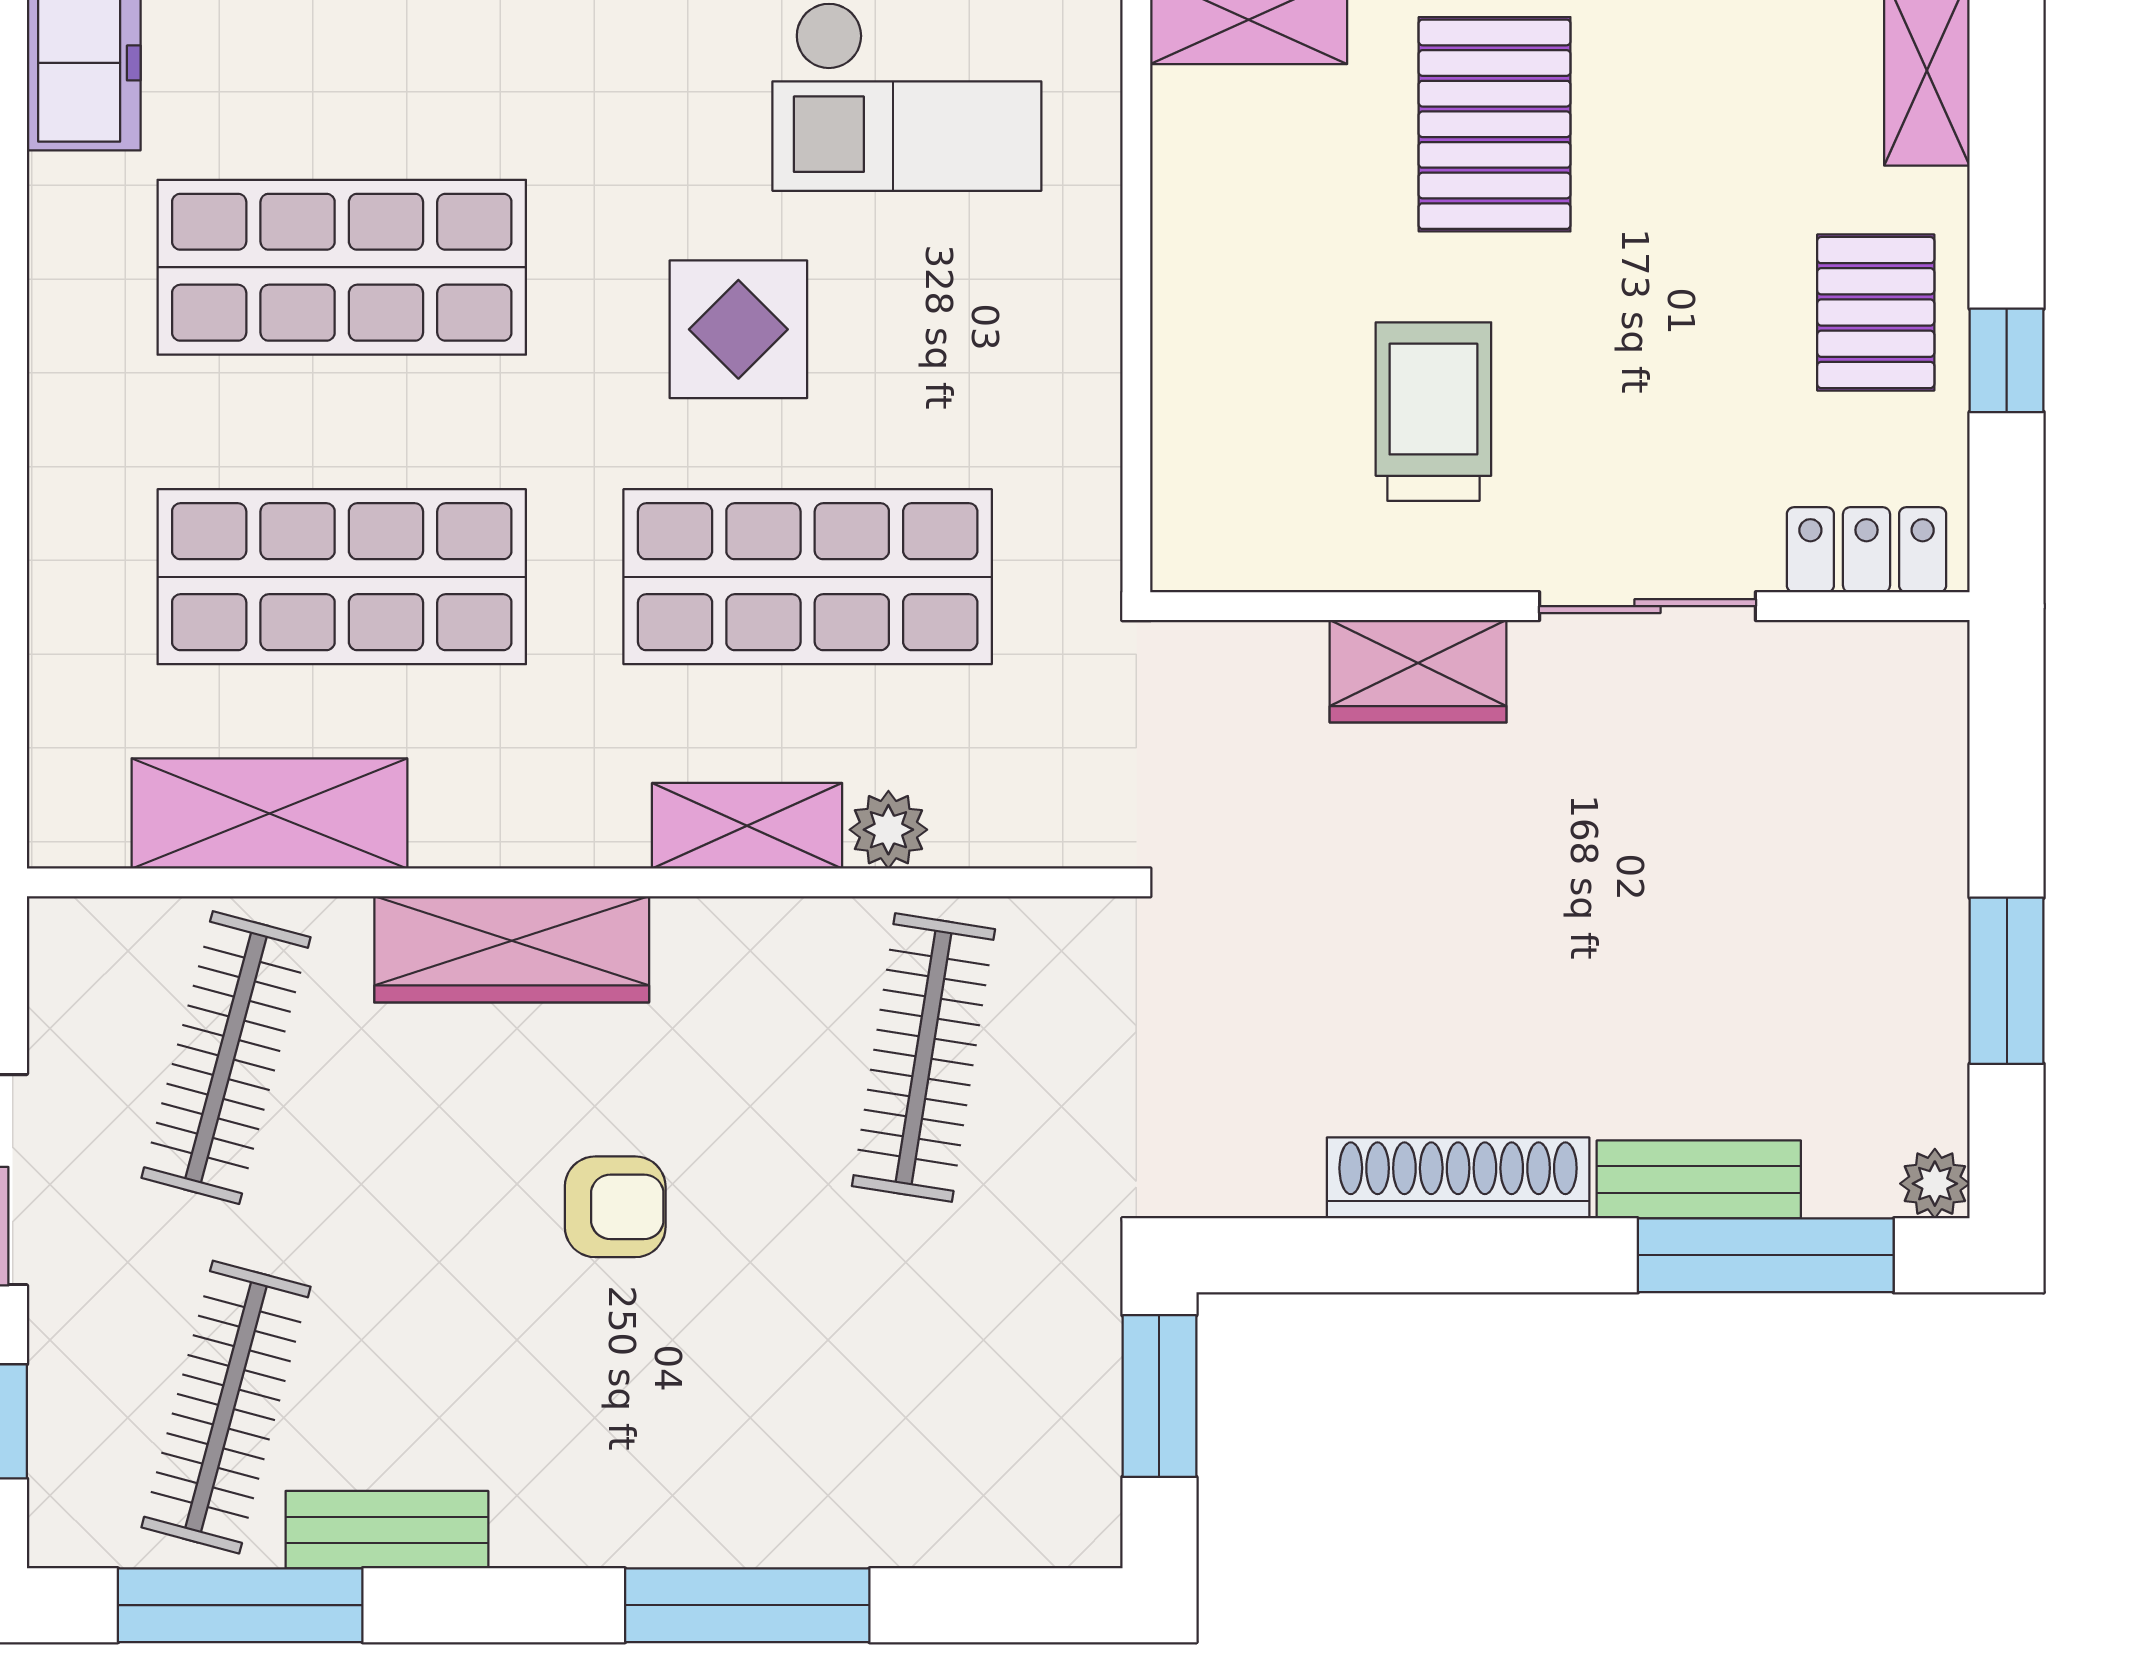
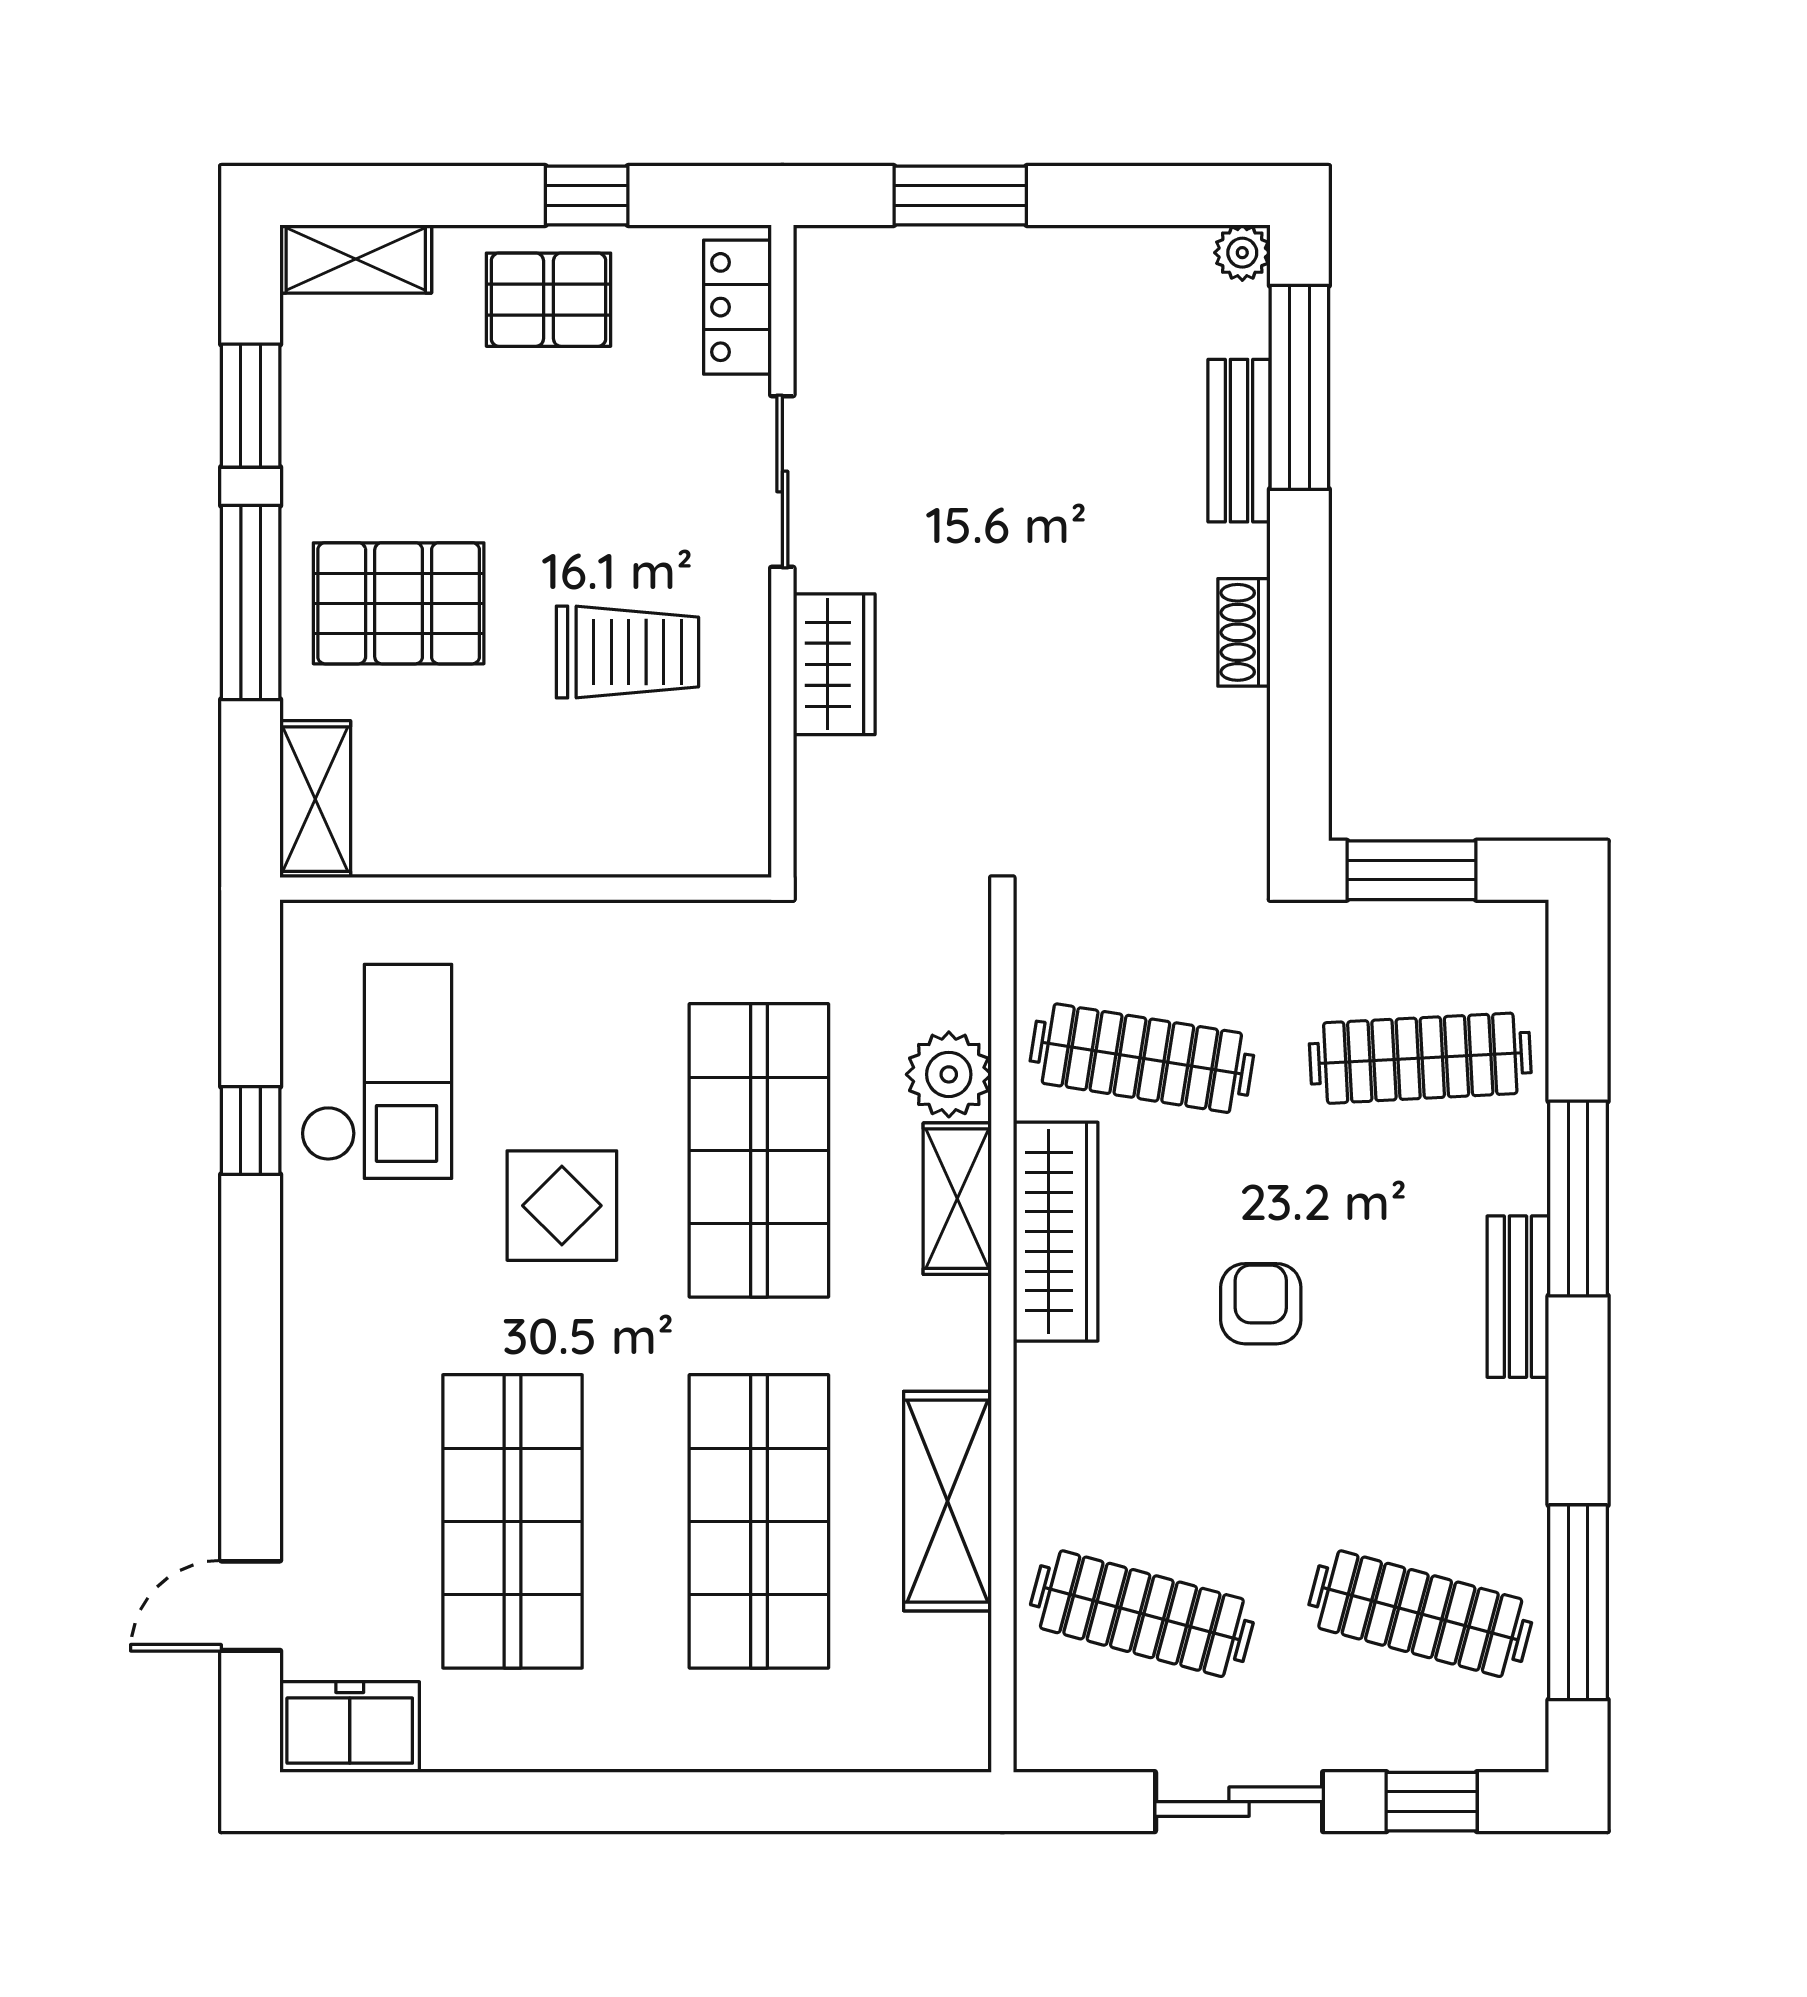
trolley: (1433, 412) -> (627, 652), turned 180
shelving: (269, 813) -> (947, 1501), moved
plant: (888, 830) -> (949, 1074), width x1.38, depth x1.38
wardrobe: (512, 949) -> (1056, 1232), moved
window: (2007, 981) -> (960, 196), moved
shoe rack: (1458, 1178) -> (1244, 632), width x0.51, depth x0.81
clothes rail: (923, 1407) -> (1420, 1058), added
bench: (387, 1530) -> (1518, 1297), moved

